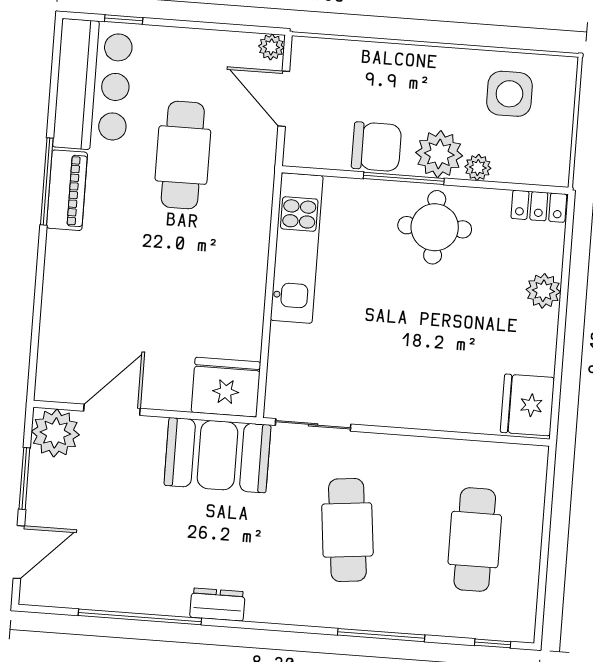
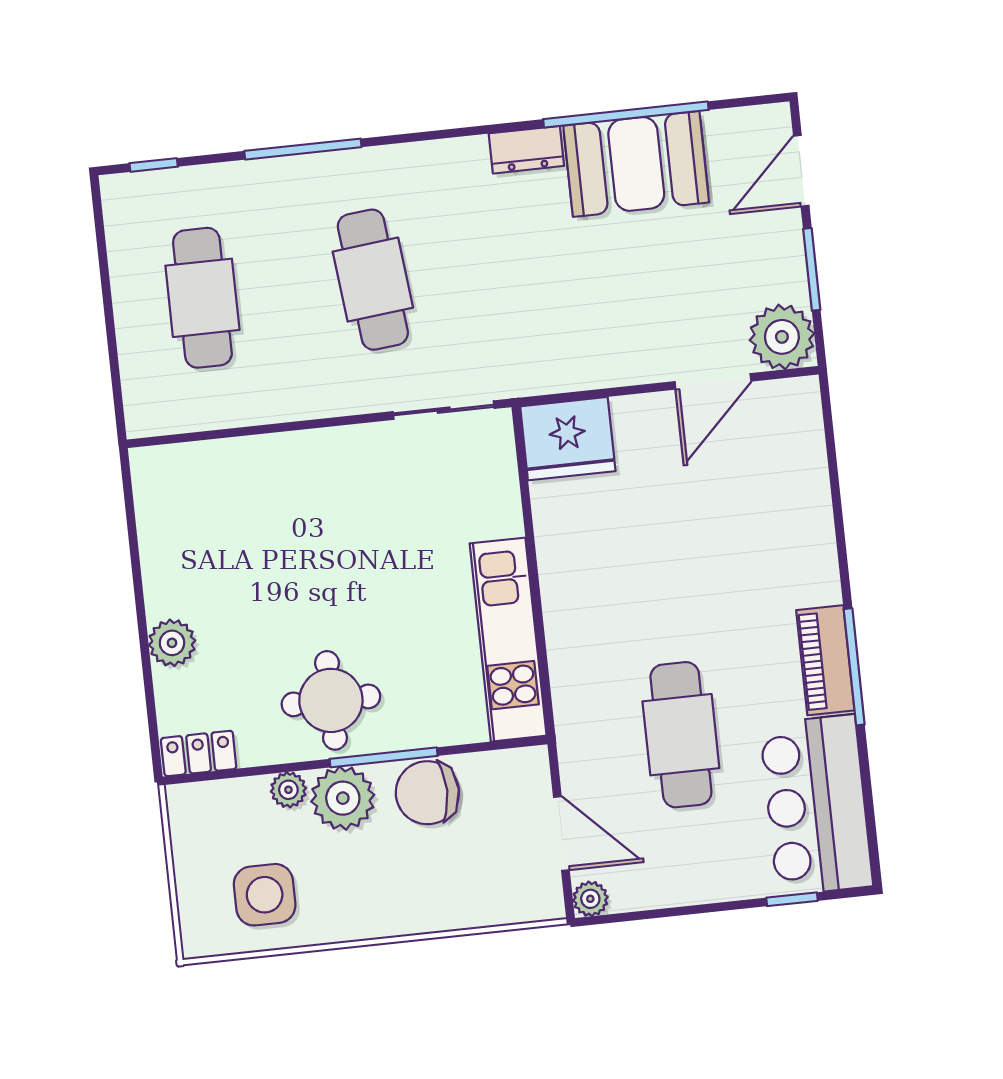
fridge: (527, 405) -> (166, 488), removed
booth: (217, 455) -> (636, 164), moved

